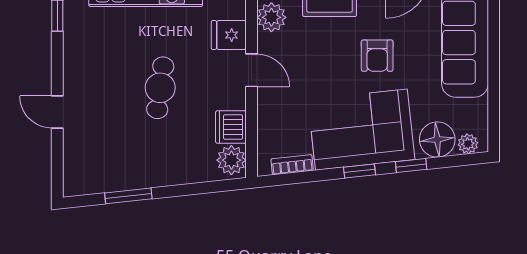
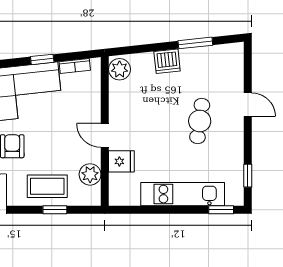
cafe table: (160, 88) -> (200, 121), moved
dishwasher: (231, 127) -> (167, 61), moved, turned 84
window: (359, 171) -> (42, 59), moved

